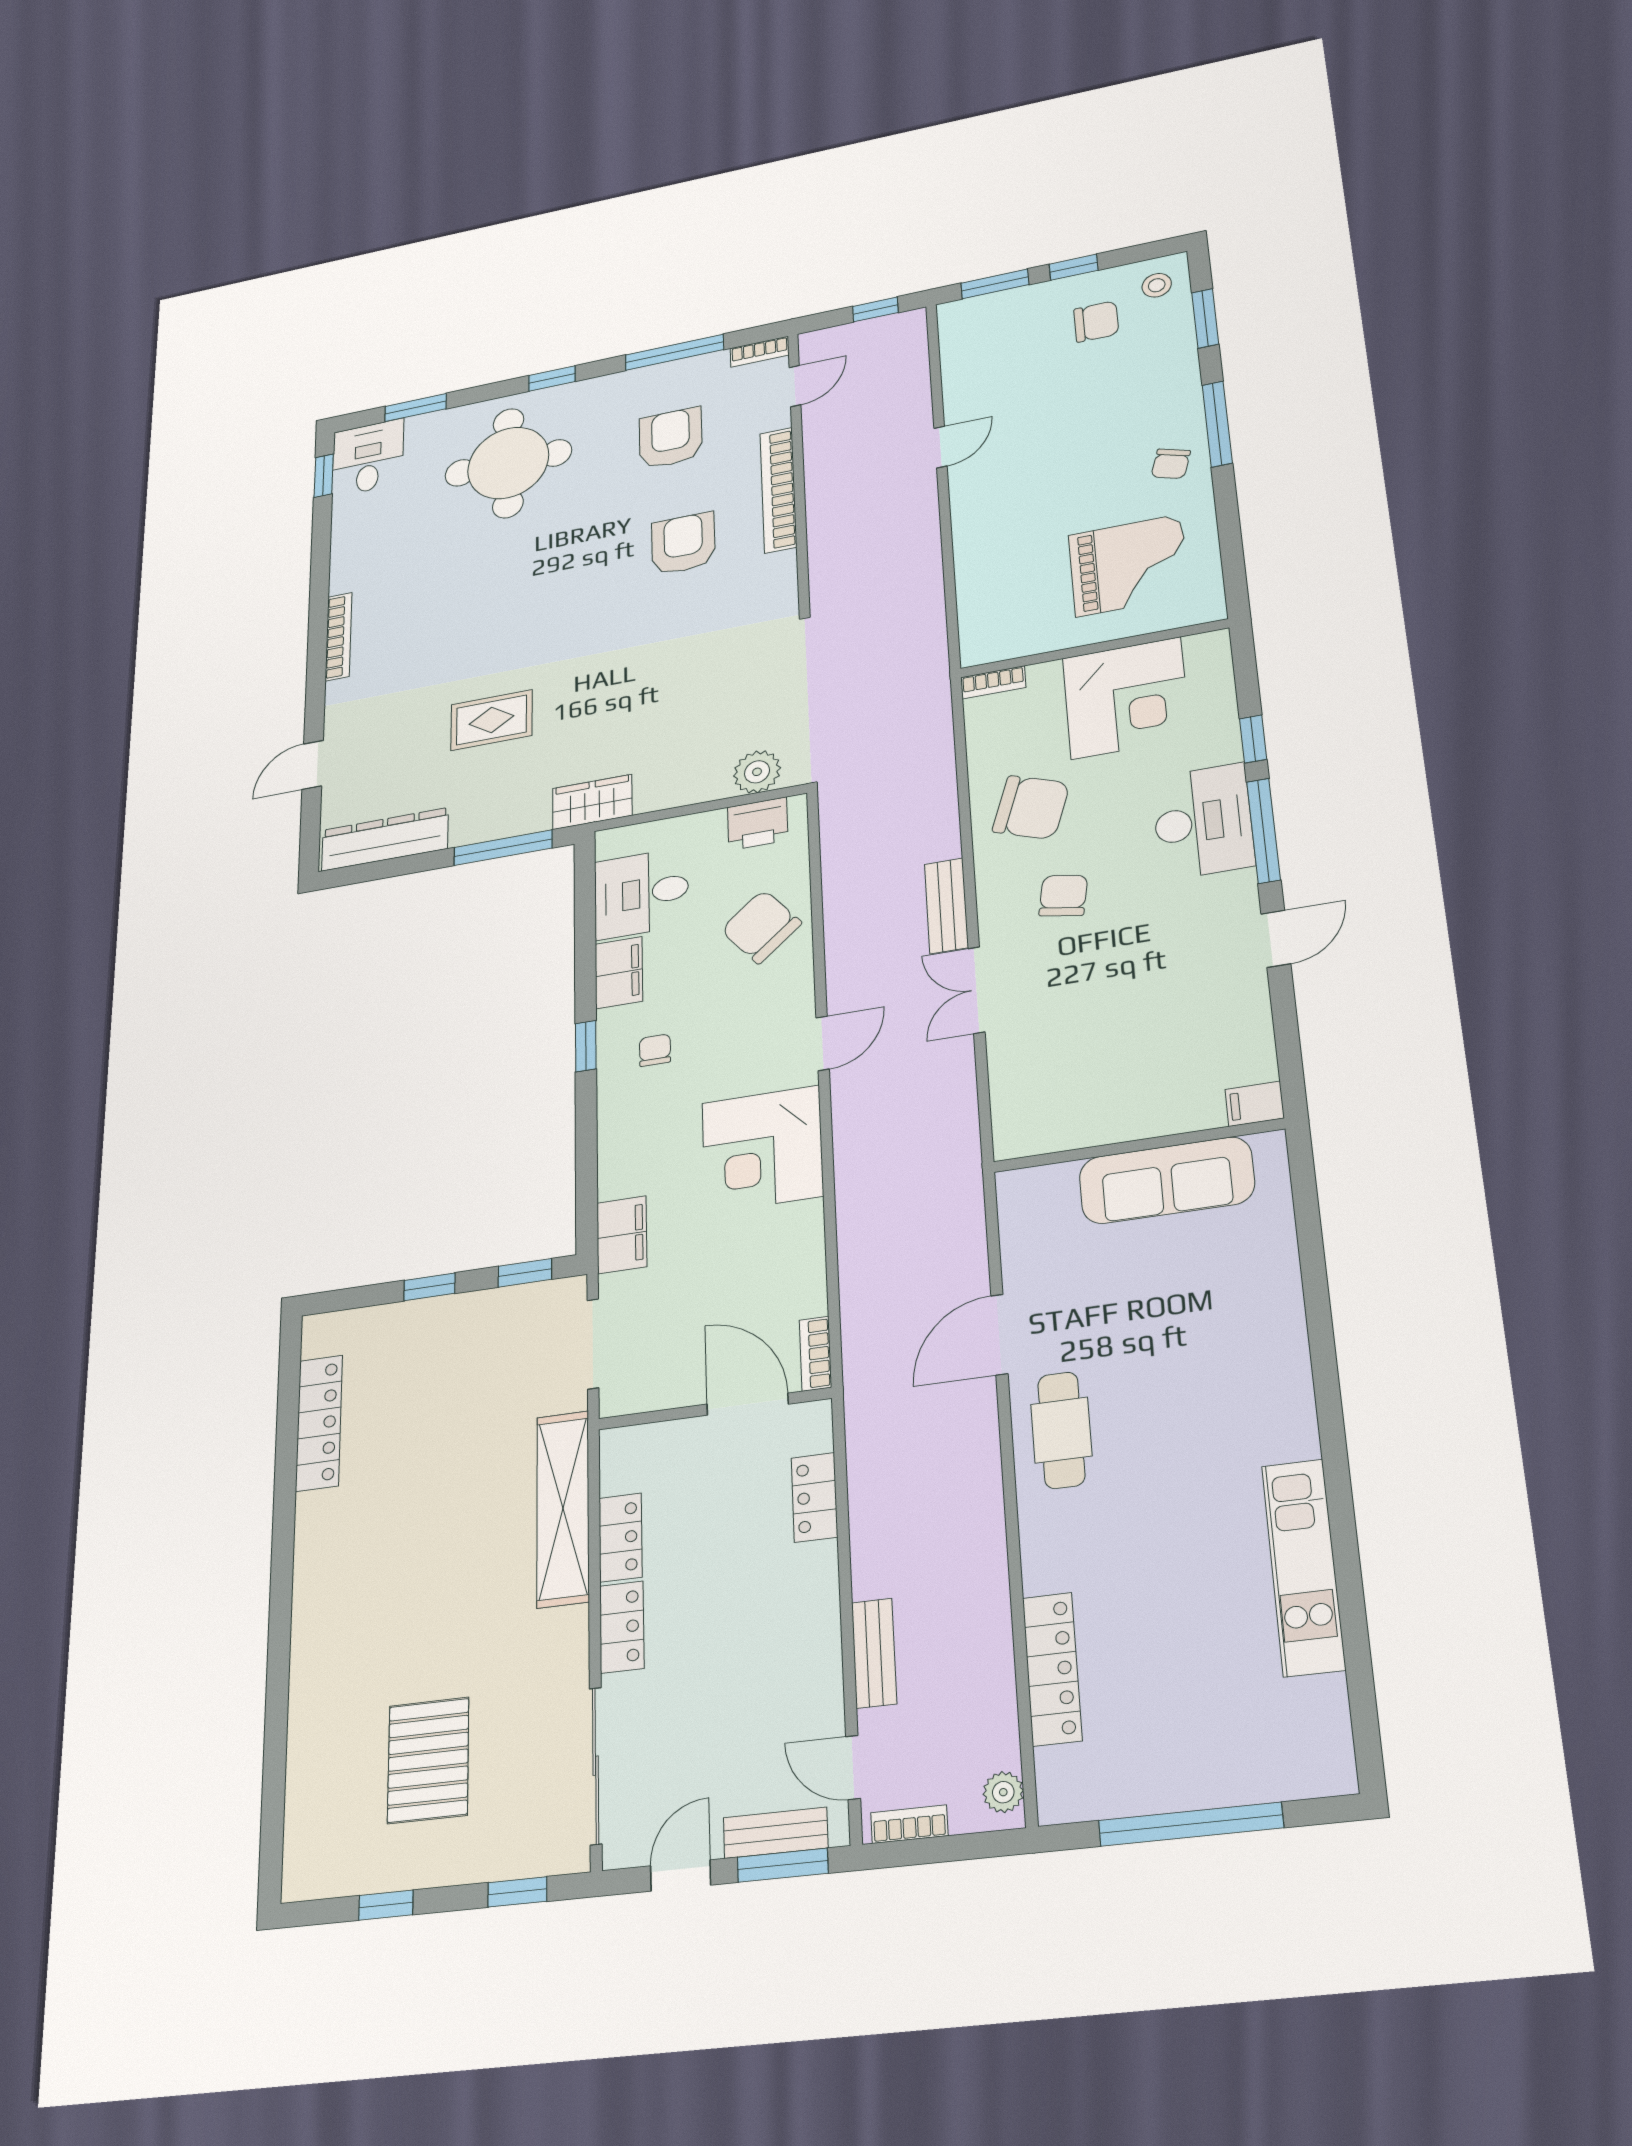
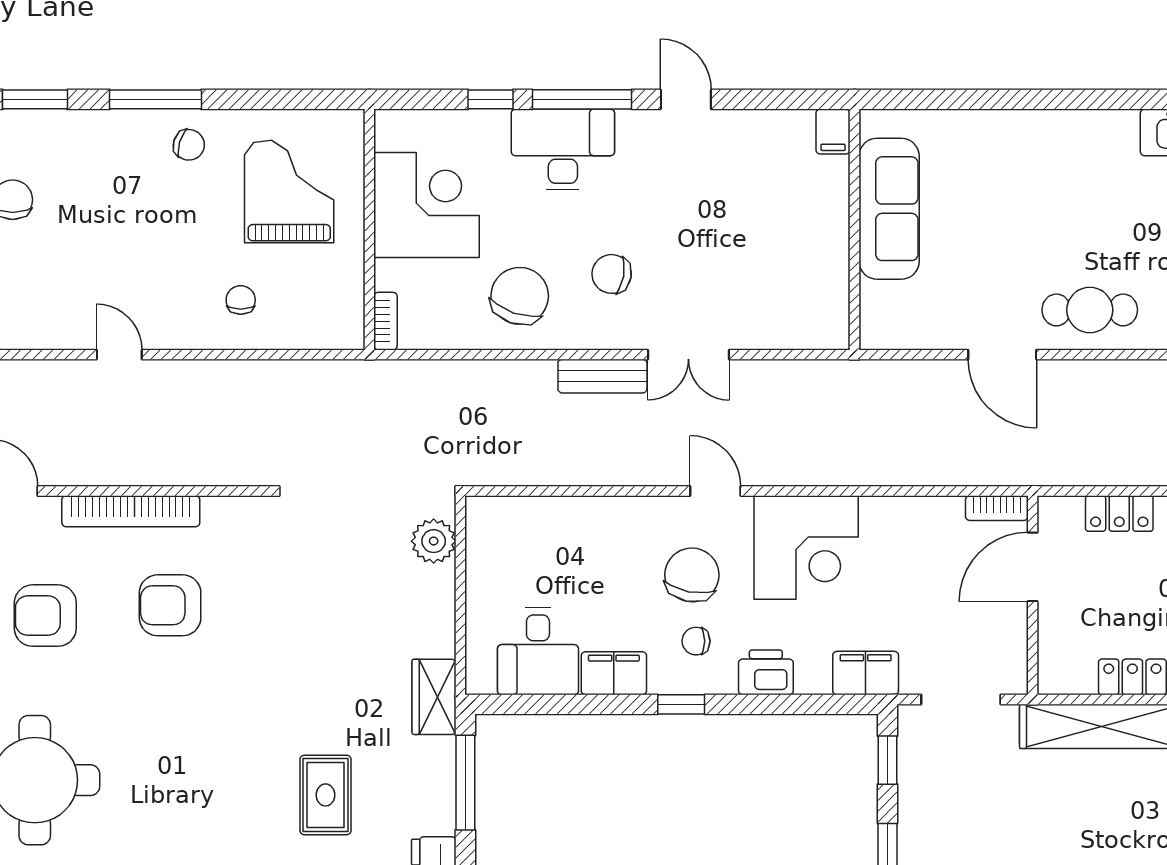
chair: (1006, 544) -> (241, 300), added
printer: (758, 824) -> (766, 672), moved, turned -90
chair: (761, 927) -> (692, 575), moved, turned 141

